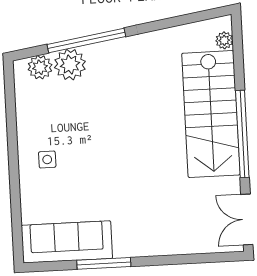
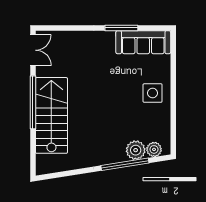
plant: (224, 40) -> (41, 160), removed
side table: (47, 160) -> (153, 93), width x1.87, depth x1.87

